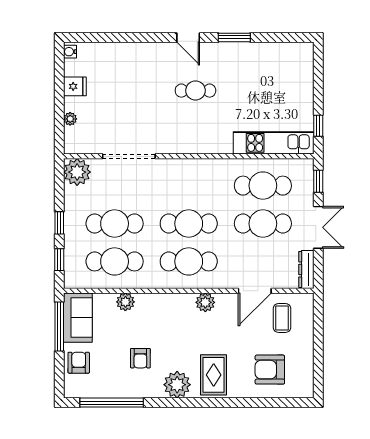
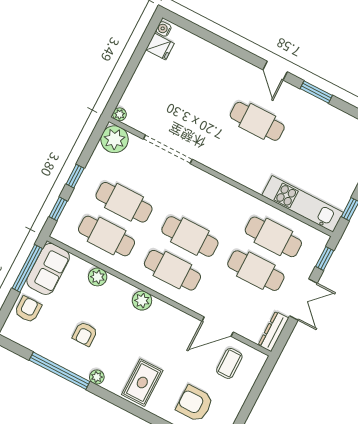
fridge: (75, 86) -> (160, 47), moved
cafe table: (195, 91) -> (257, 121), width x1.37, depth x1.35
plant: (70, 119) -> (120, 114), moved
plant: (205, 302) -> (142, 301), moved
plant: (177, 385) -> (97, 377), width x0.53, depth x0.53
window: (112, 403) -> (60, 371), moved

